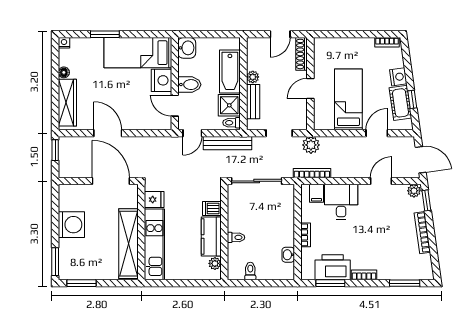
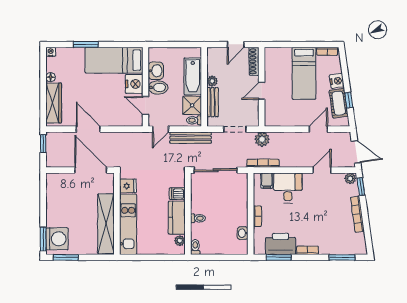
washbasin: (187, 48) -> (156, 71), moved
bed: (348, 99) -> (304, 73), moved, turned 180
washing machine: (71, 225) -> (57, 239), moved
toilet: (250, 271) -> (195, 247), moved

